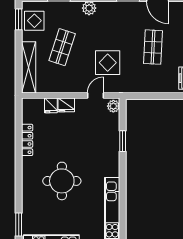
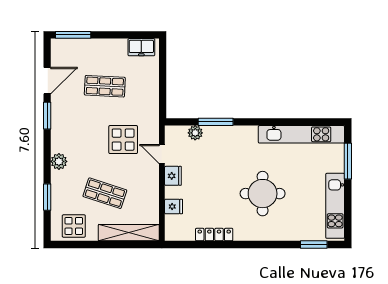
window: (19, 19) -> (72, 244), removed
fridge: (66, 105) -> (173, 176), moved
plant: (113, 106) -> (195, 133), moved
window: (123, 141) -> (216, 122), width x1.44

